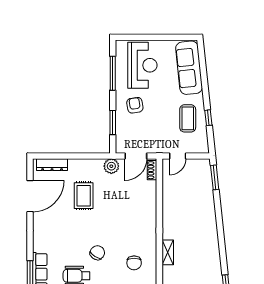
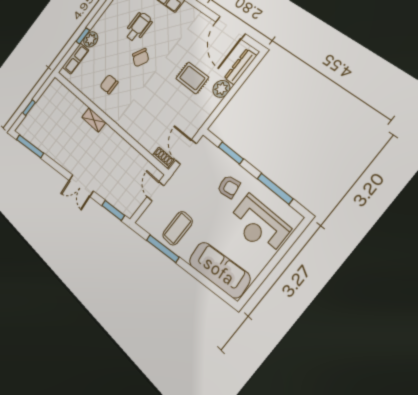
coffee table: (188, 118) -> (178, 228), turned 90
window: (208, 118) -> (163, 249), width x2.17
plant: (111, 166) -> (221, 89), moved
double door: (219, 219) -> (81, 186), added

